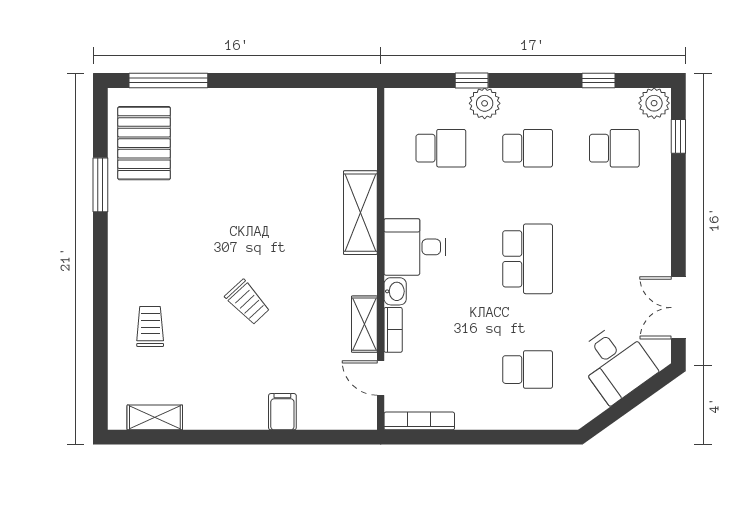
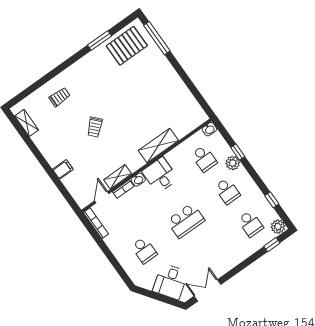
washbasin: (396, 102) -> (209, 129), added

